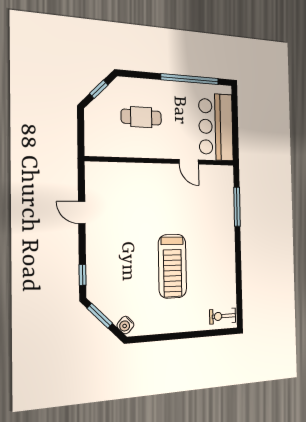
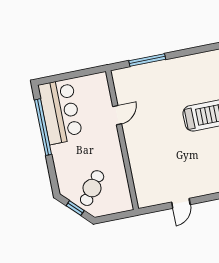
cafe table: (141, 117) -> (92, 188), moved, turned 36
bar counter: (216, 127) -> (60, 112), moved, turned -90

